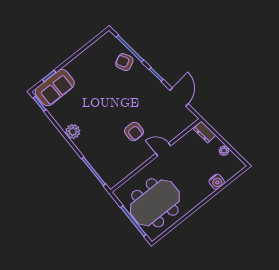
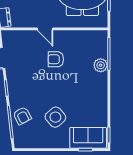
side table: (96, 83) -> (55, 117), added
plant: (73, 131) -> (101, 65), moved
armchair: (134, 131) -> (56, 59), turned -90

